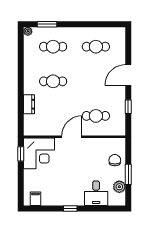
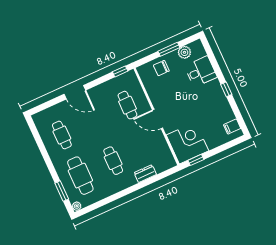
cafe table: (53, 47) -> (80, 176), width x1.37, depth x1.35
window: (128, 107) -> (120, 71), moved

